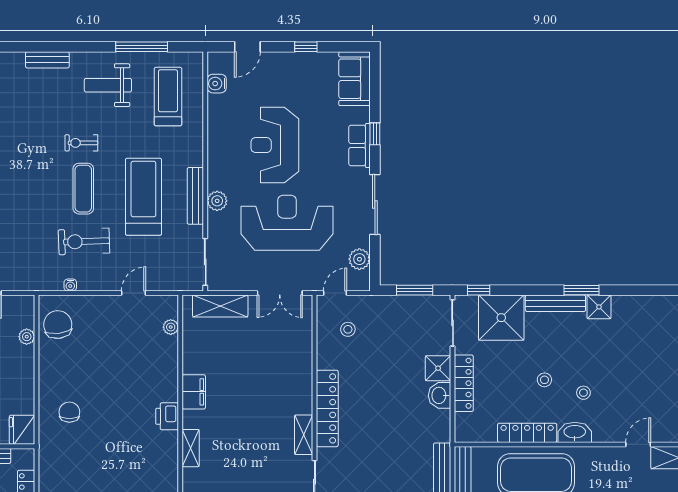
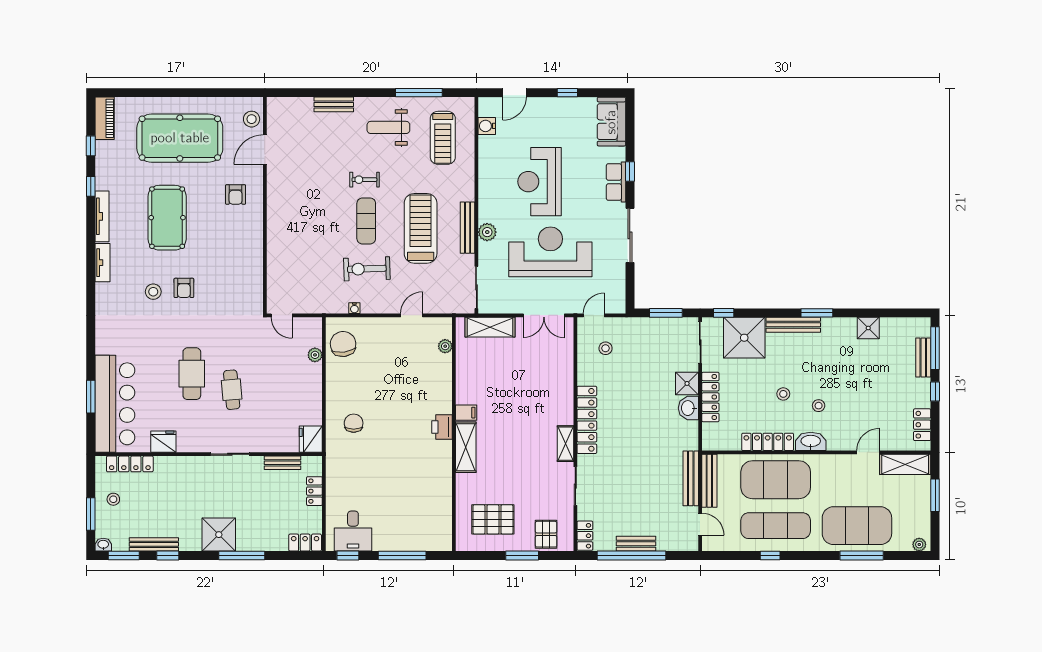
treadmill: (168, 97) -> (443, 138), turned 180
plant: (359, 259) -> (616, 285), removed
shower: (599, 307) -> (868, 328), moved
filing cabinet: (194, 392) -> (466, 413), width x0.50
shelving: (191, 448) -> (466, 447), width x1.50, depth x1.33

